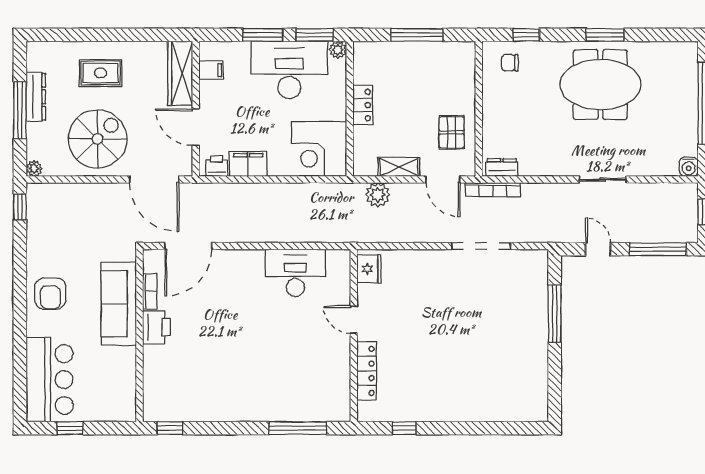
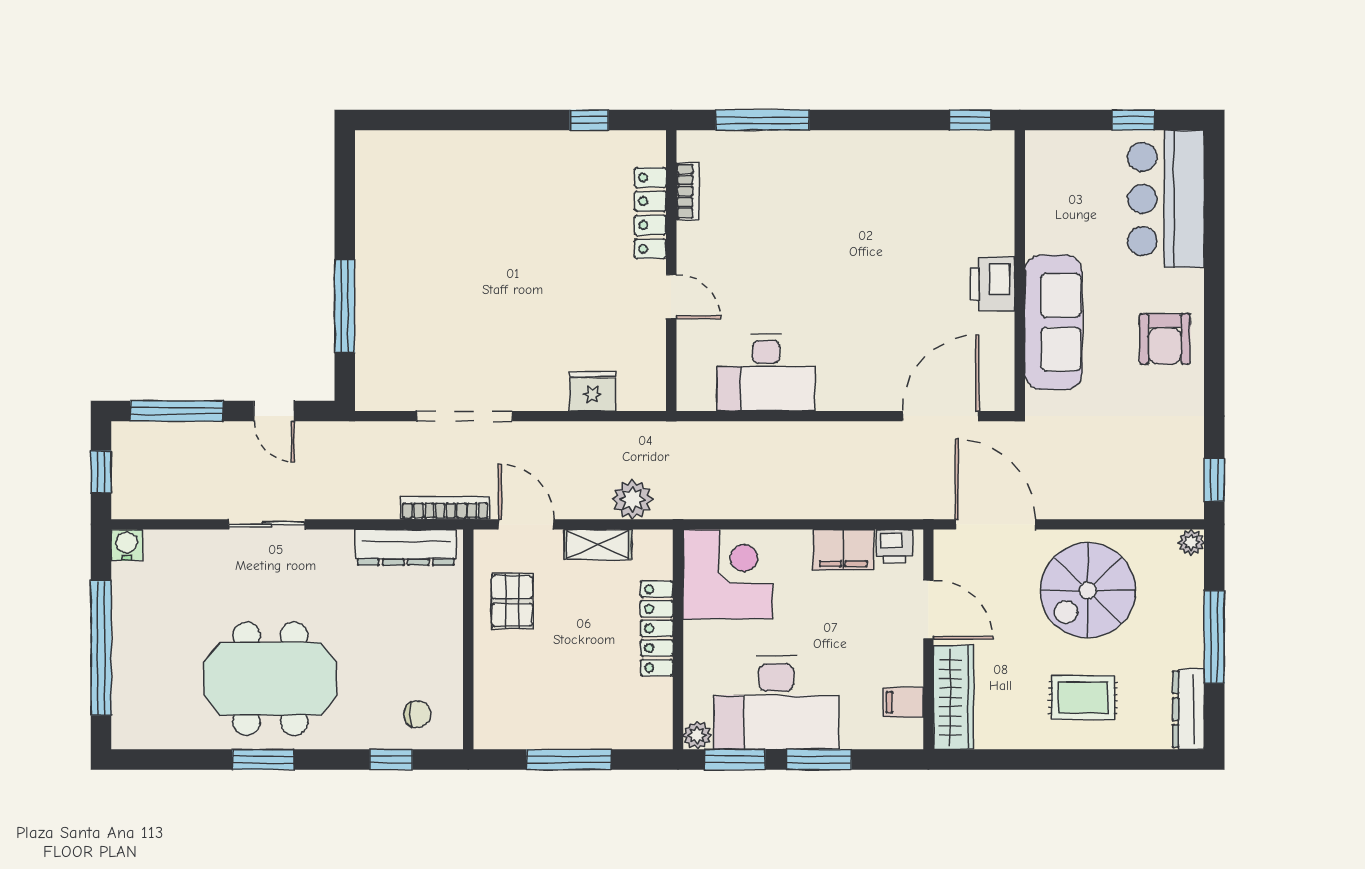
dresser: (36, 97) -> (1188, 709), moved
locker: (363, 105) -> (657, 628), width x1.53
dresser: (502, 168) -> (406, 547), width x1.96, depth x1.24
fridge: (369, 269) -> (593, 391), moved, turned 90
bookcase: (150, 291) -> (688, 191), moved, turned 180
armchair: (50, 294) -> (1165, 339), turned 180

